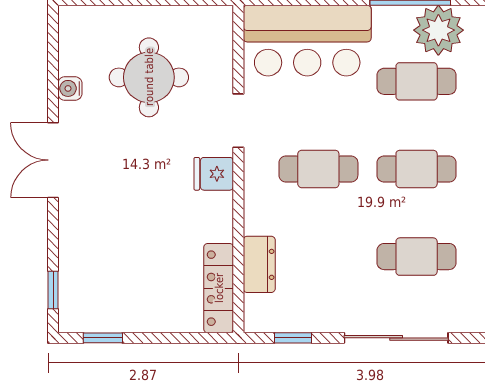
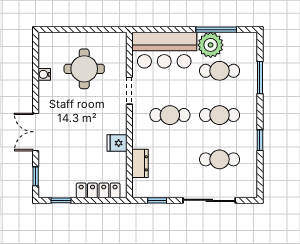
plant: (438, 30) -> (211, 45), moved
double door: (53, 160) -> (36, 132), moved
fridge: (214, 174) -> (117, 143), moved
locker: (219, 288) -> (98, 190), moved, turned 90

